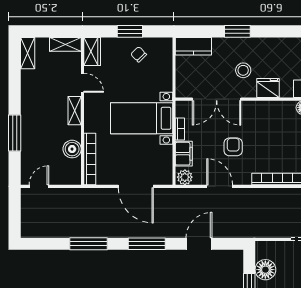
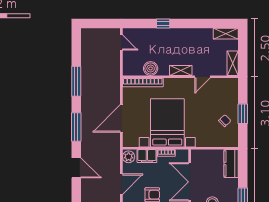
wardrobe: (92, 51) -> (227, 84), removed
bed with nightstands: (142, 118) -> (167, 123), width x1.36
window: (15, 133) -> (163, 23), width x0.46

